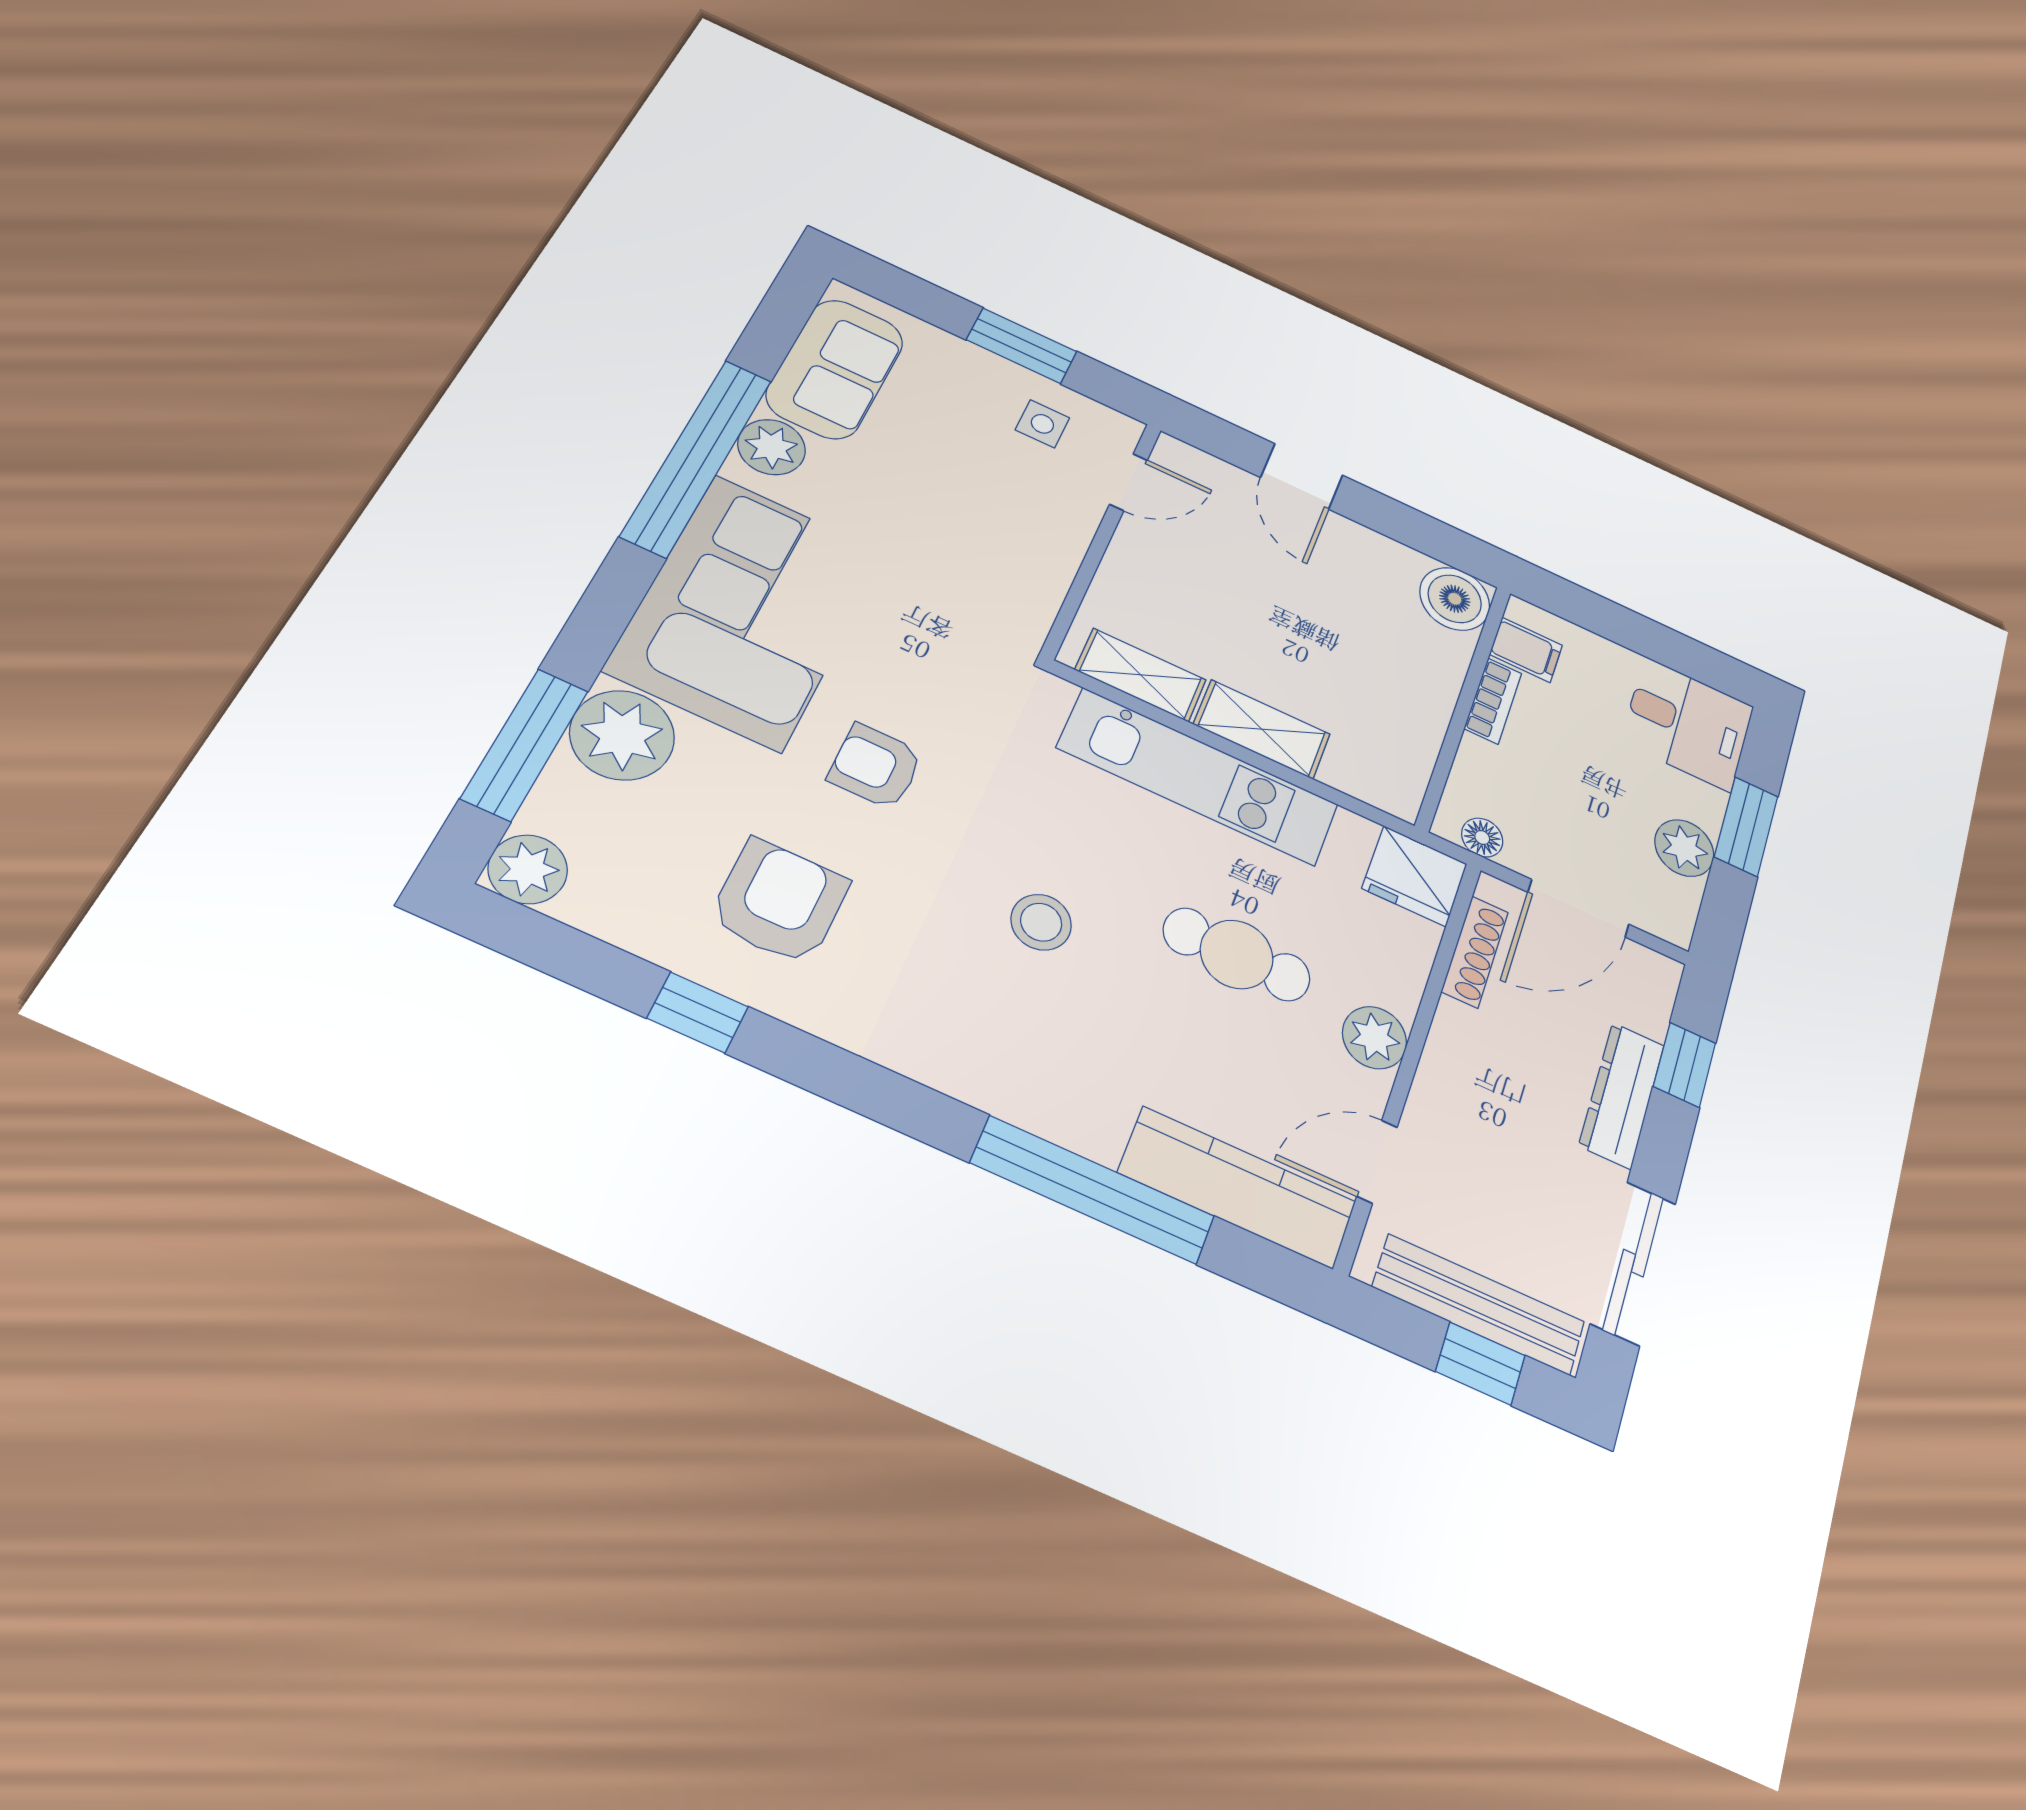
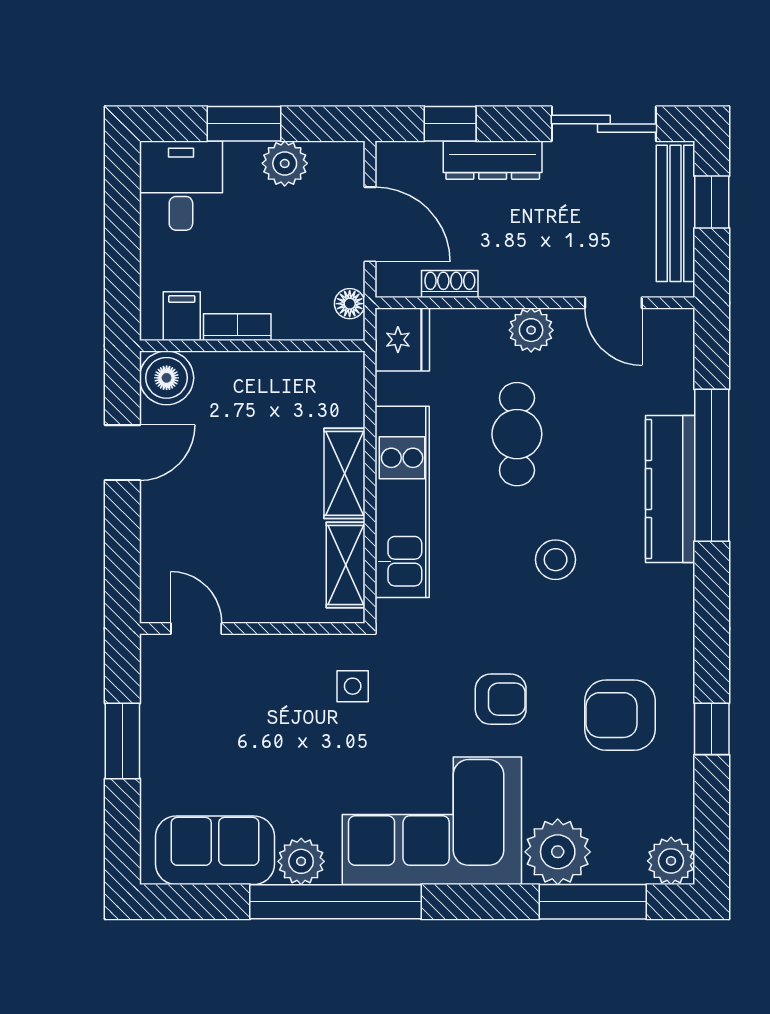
side table: (1042, 424) -> (353, 686), moved
door: (1302, 476) -> (122, 453), moved
armchair: (876, 766) -> (501, 699), turned -90
shoe rack: (1475, 952) -> (450, 284), width x0.70
kitchen counter: (1237, 1187) -> (670, 489), moved

